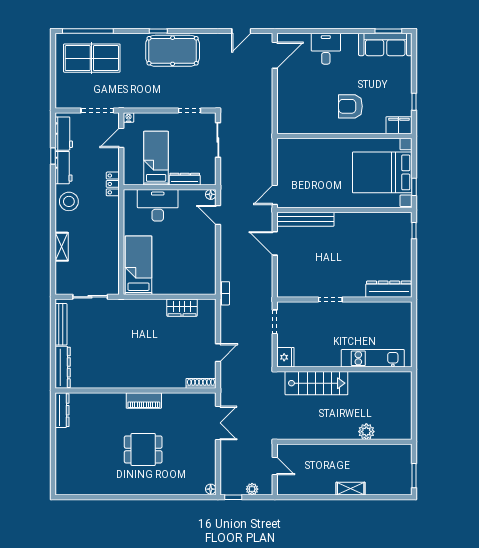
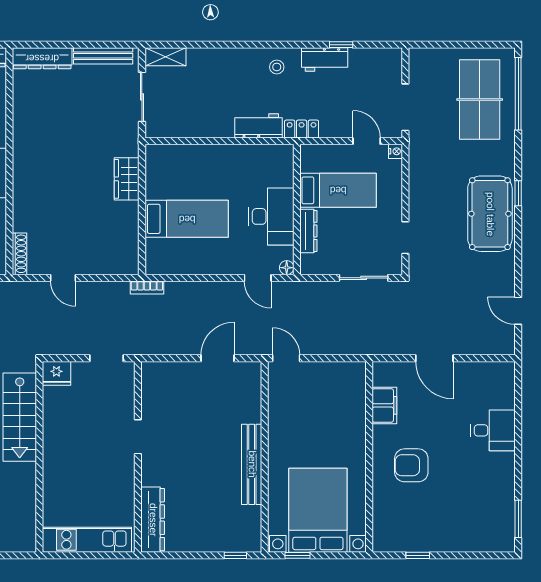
sofa: (385, 44) -> (499, 514), removed
door: (275, 55) -> (434, 358), moved
armchair: (350, 106) -> (411, 465), turned -90
filing cabinet: (399, 125) -> (384, 405), moved
workbench: (64, 134) -> (258, 126), moved, turned 180
stool: (69, 201) -> (277, 67), width x0.53, depth x0.53
desk: (158, 205) -> (271, 216), moved
door: (218, 215) -> (258, 278), swing flipped
bench: (305, 219) -> (252, 464), moved
shelving: (62, 247) -> (165, 57), moved
bed: (138, 265) -> (187, 219), moved
wardrobe: (182, 308) -> (127, 179), moved
kitchen unit: (373, 358) -> (87, 540), moved, turned -90

